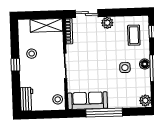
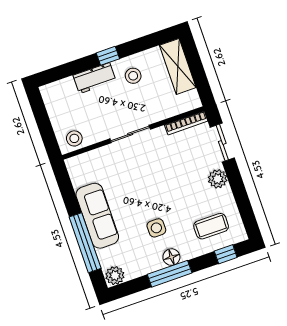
shelving: (46, 25) -> (178, 66), moved
workbench: (27, 99) -> (94, 78), moved
sofa: (88, 101) -> (97, 216), moved
window: (104, 113) -> (85, 243), moved

